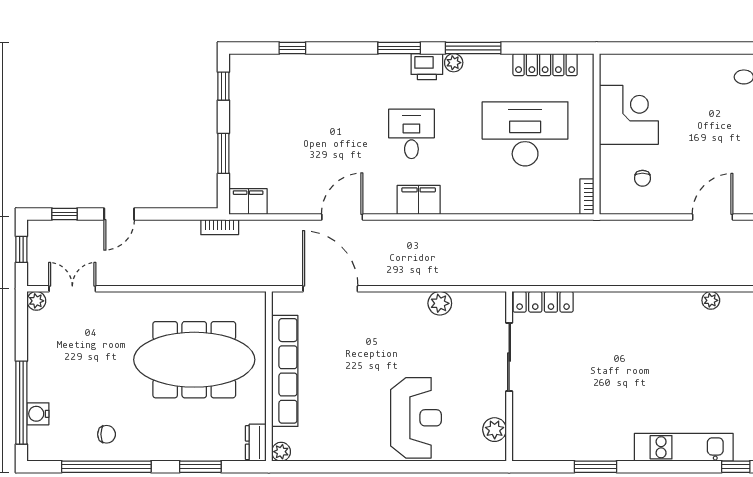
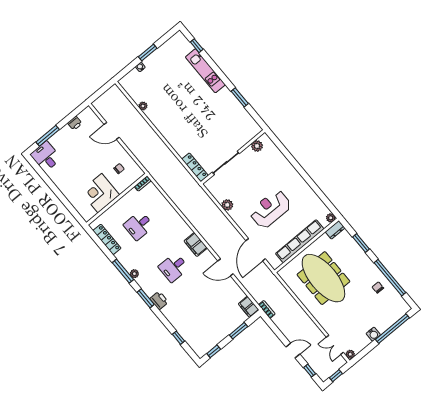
printer: (427, 67) -> (159, 300), moved
desk: (525, 134) -> (139, 225), width x0.53, depth x0.77
water cooler: (38, 414) -> (373, 334), moved
reception desk: (416, 418) -> (270, 209), moved

